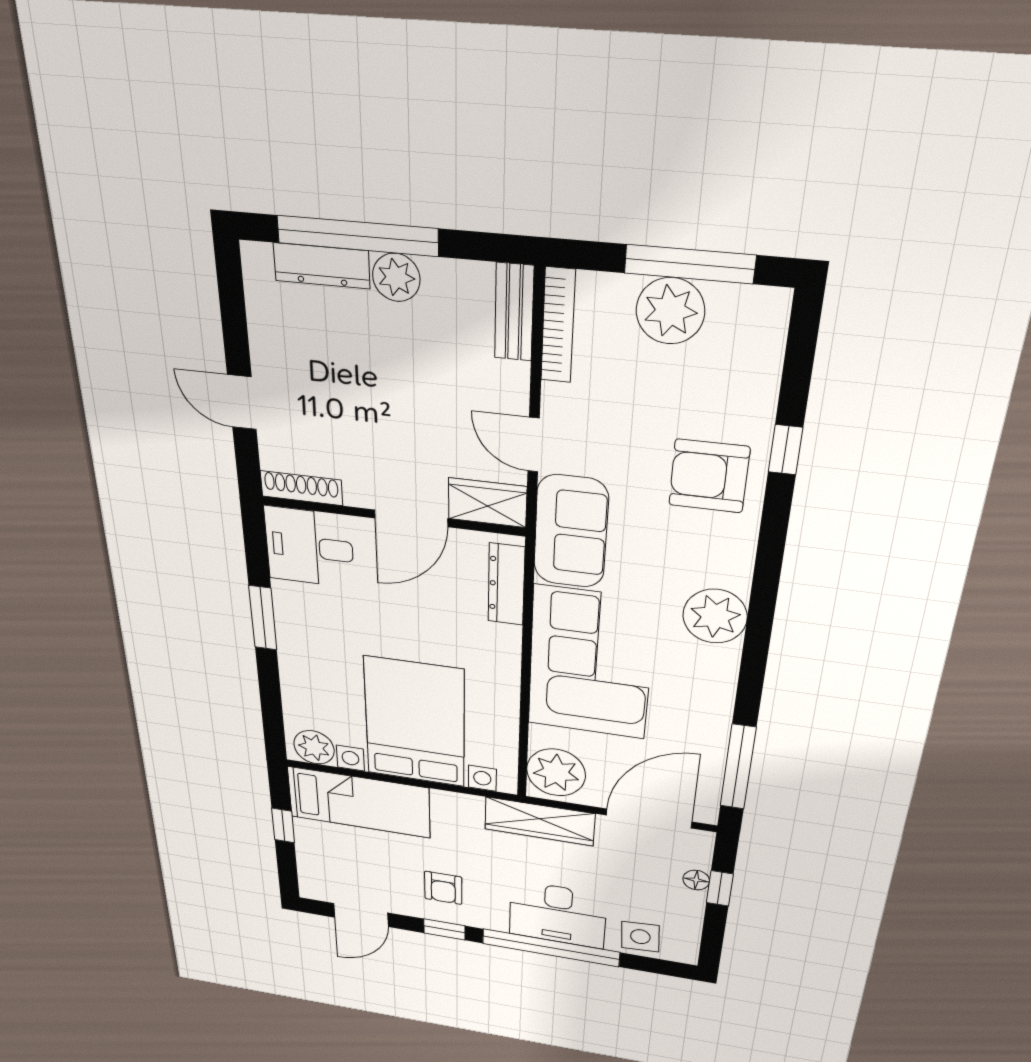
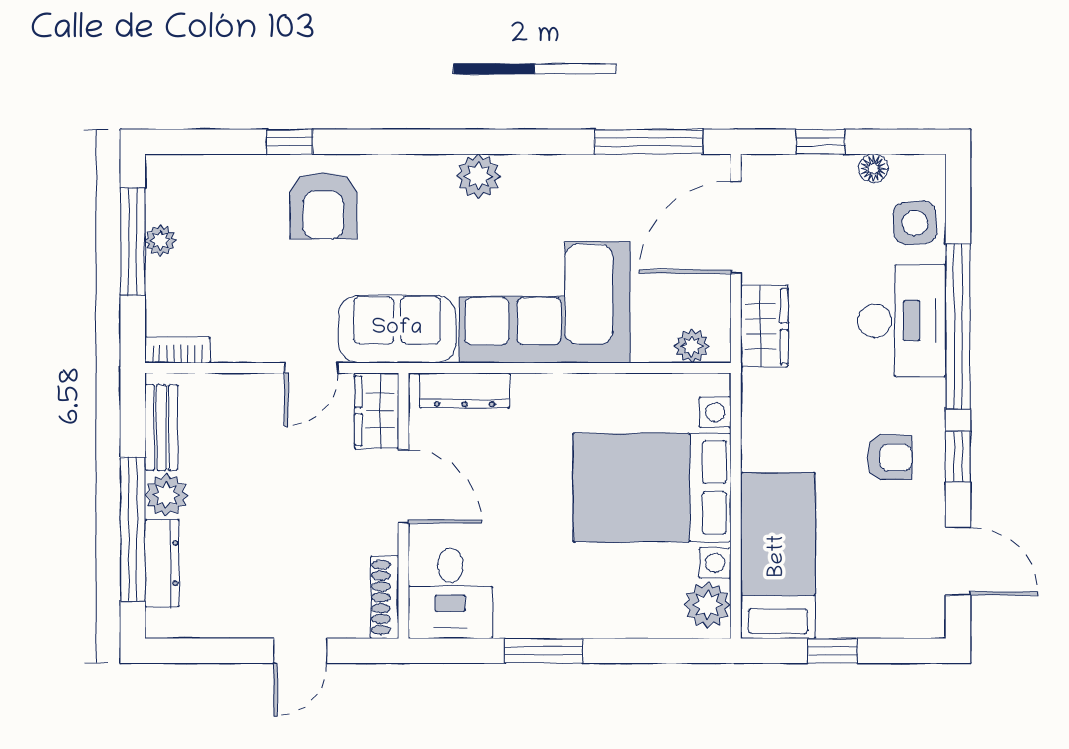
plant: (670, 311) -> (160, 240), width x0.53, depth x0.53
bench: (514, 312) -> (161, 427), moved, turned 90
bookcase: (558, 326) -> (178, 350), width x0.64
plant: (715, 616) -> (479, 176), width x0.73, depth x0.73
plant: (556, 772) -> (692, 346), width x0.53, depth x0.53
door: (649, 818) -> (736, 227), hinge flipped
wardrobe: (539, 821) -> (764, 326), width x0.67
floor lamp: (696, 880) -> (873, 168), moved

